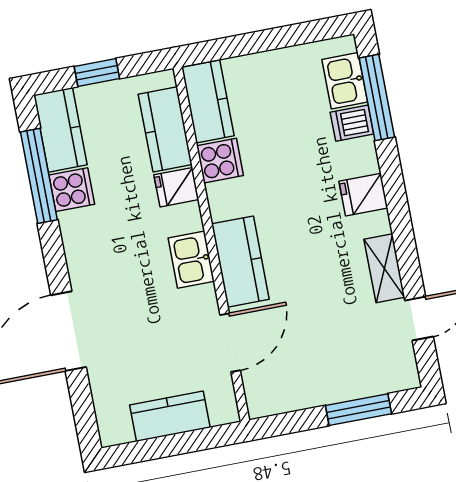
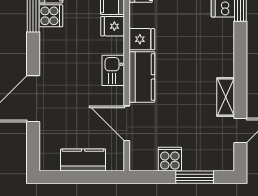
cooker: (220, 161) -> (170, 159), moved, turned -90
fridge: (363, 195) -> (142, 39), moved, turned 180
door: (230, 343) -> (127, 123), swing flipped

